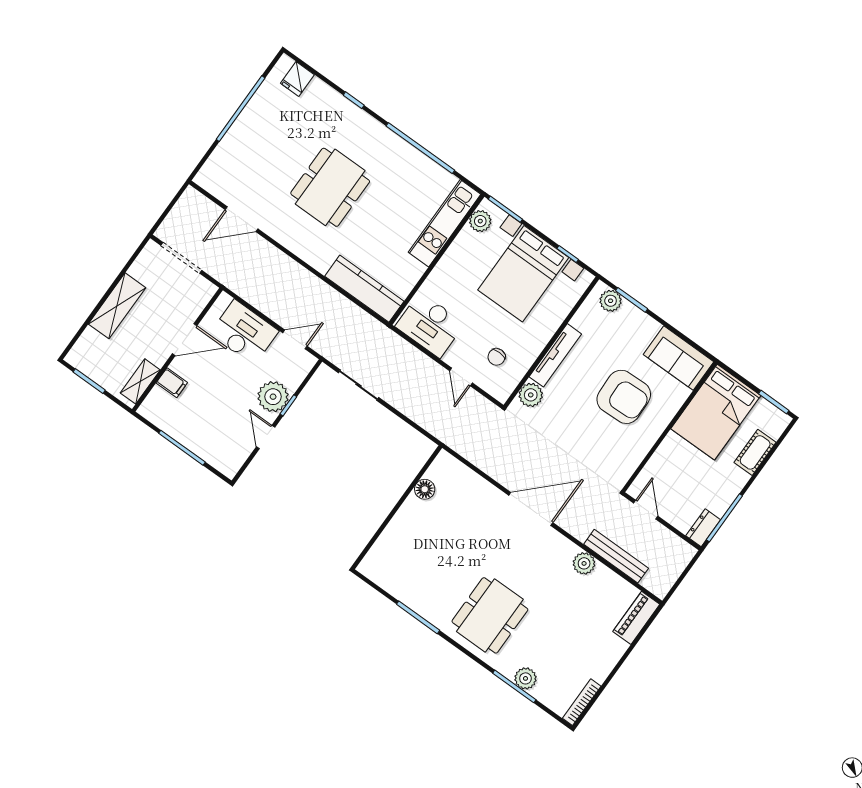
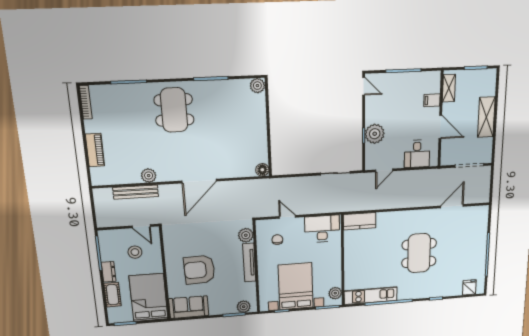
kitchen unit: (445, 223) -> (371, 296), moved, turned -90
kitchen counter: (364, 289) -> (360, 221), width x0.67
desk: (244, 332) -> (417, 154), width x0.73
door: (185, 340) -> (440, 127), swing flipped
door: (266, 437) -> (364, 86), moved
stool: (681, 484) -> (135, 252), added
floor lamp: (425, 489) -> (262, 170), moved
dresser: (703, 528) -> (109, 272), moved
piano: (636, 618) -> (95, 150), moved
plant: (525, 678) -> (257, 86), moved

